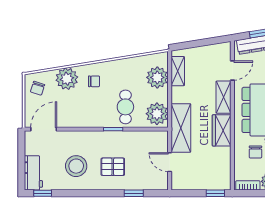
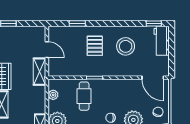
plant: (157, 114) -> (53, 95), width x0.53, depth x0.53
shelving: (181, 128) -> (39, 72), width x0.67, depth x0.75
door: (44, 129) -> (153, 78), hinge flipped
pallet: (113, 167) -> (95, 46), turned 90

